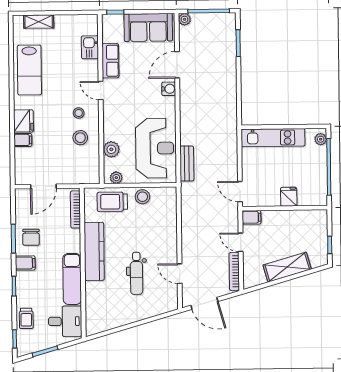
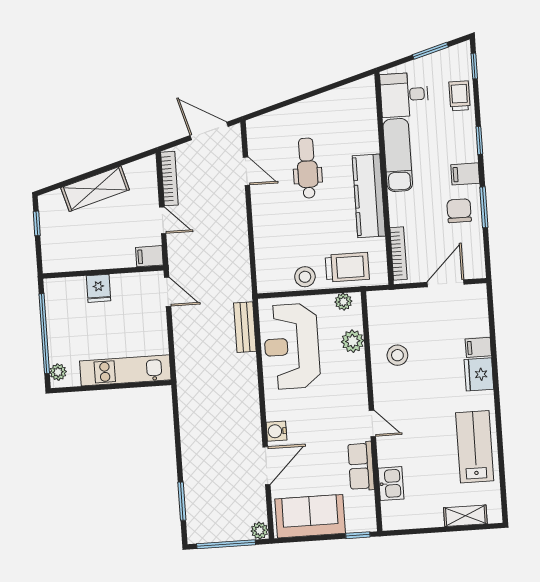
stool: (79, 113) -> (402, 390), removed

